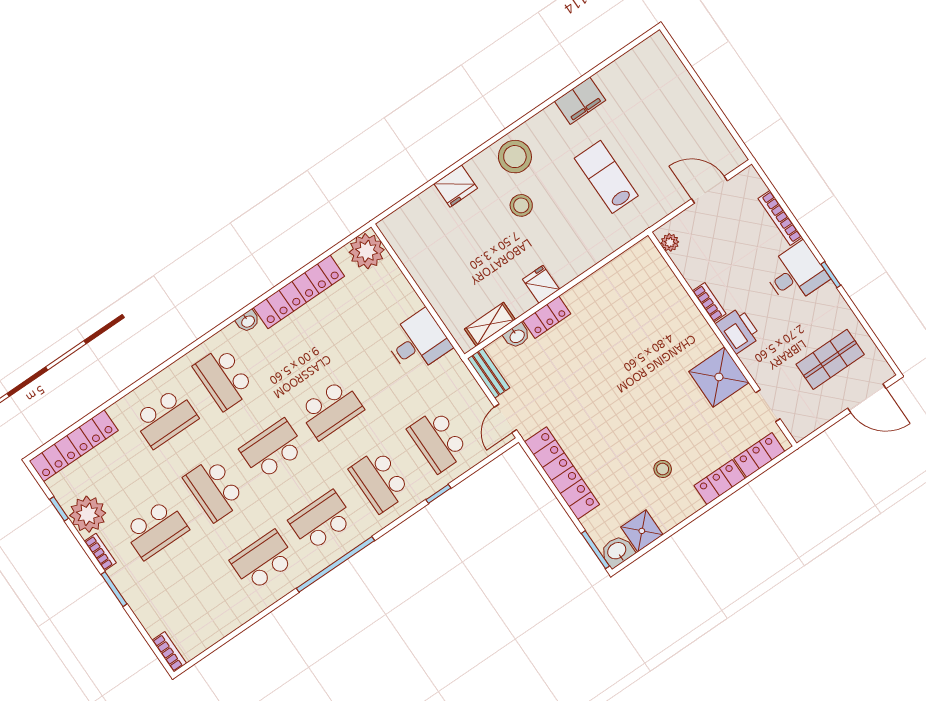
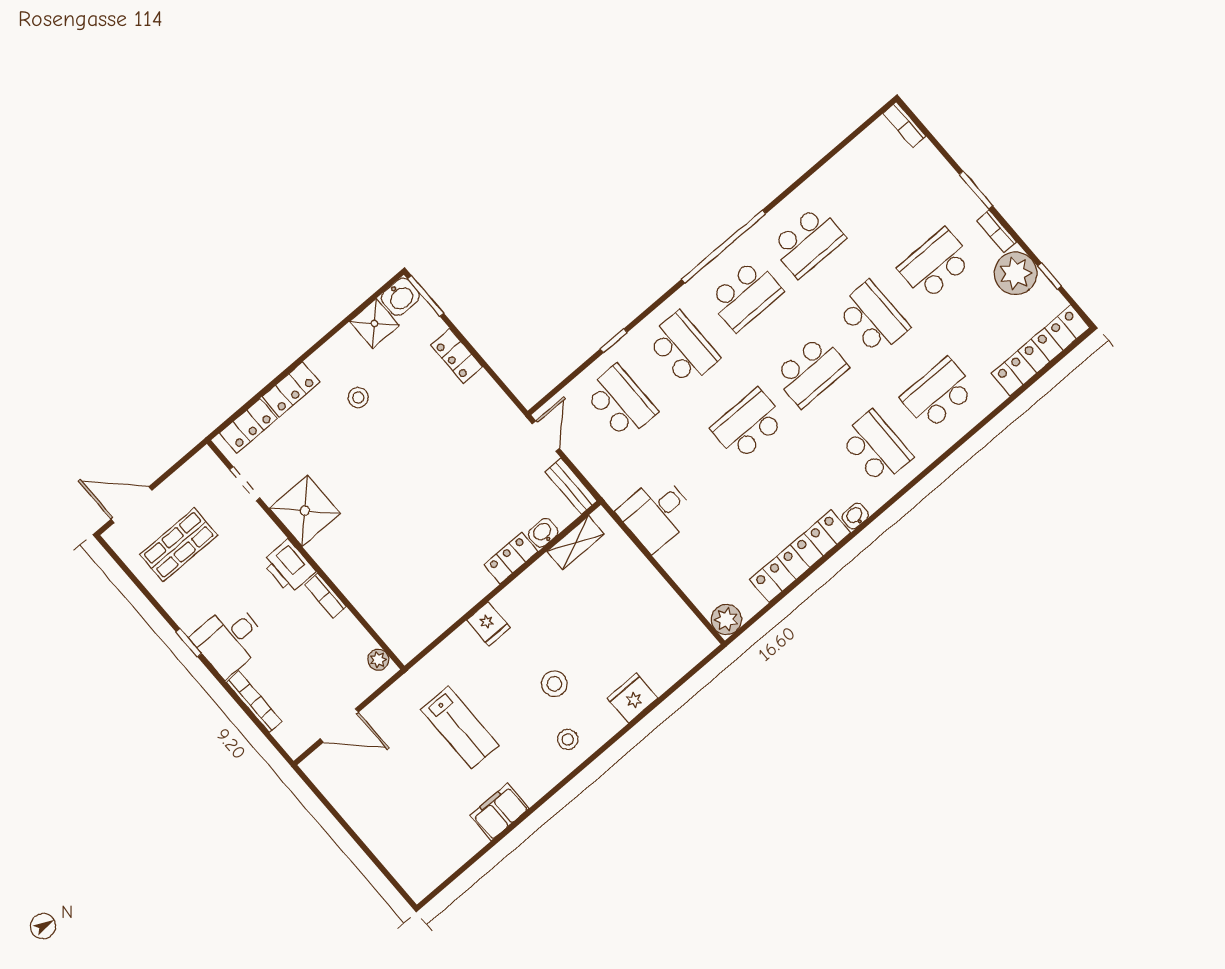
stool: (515, 157) -> (568, 739), width x0.53, depth x0.53
plant: (367, 251) -> (726, 619), width x0.73, depth x0.73
fridge: (541, 284) -> (488, 624), moved
locker: (562, 473) -> (457, 356), width x0.46, depth x0.83

